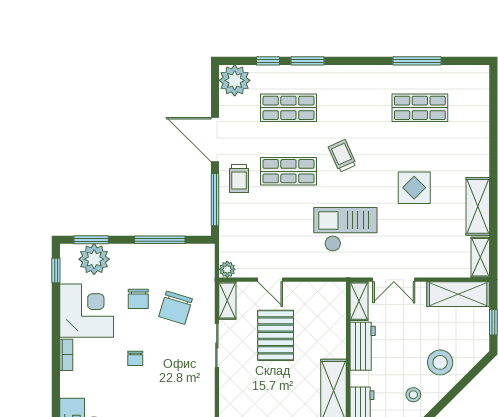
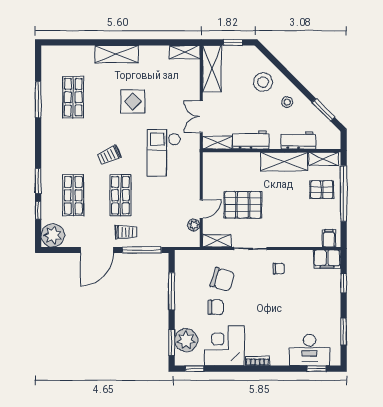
shelving: (478, 206) -> (117, 54), moved
plant: (227, 269) -> (194, 225), moved
double door: (394, 280) -> (201, 117), swing flipped
chair: (135, 358) -> (279, 269), moved

